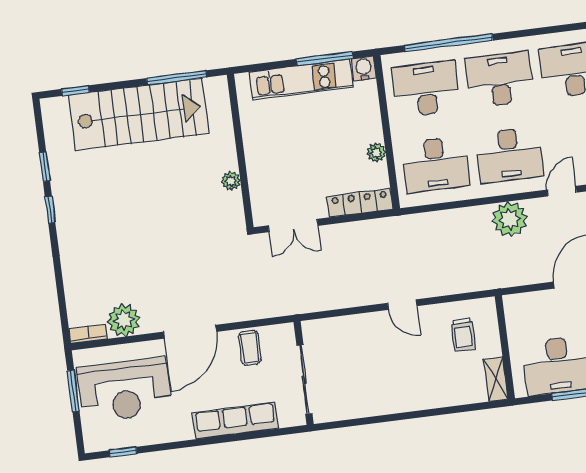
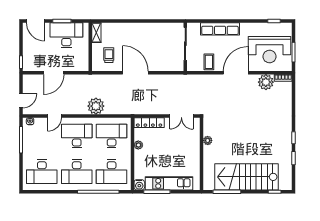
plant: (510, 219) -> (96, 106), moved
double door: (293, 226) -> (181, 116), swing flipped
door: (402, 305) -> (135, 73), width x1.88
reception desk: (125, 390) -> (270, 50), turned 180

